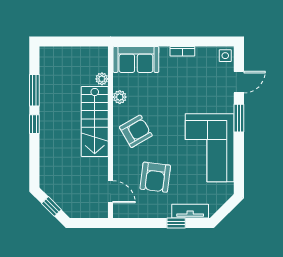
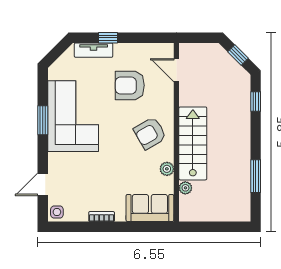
window: (239, 118) -> (43, 120), moved
window: (34, 124) -> (256, 102), moved
armchair: (155, 177) -> (130, 85), turned -97

